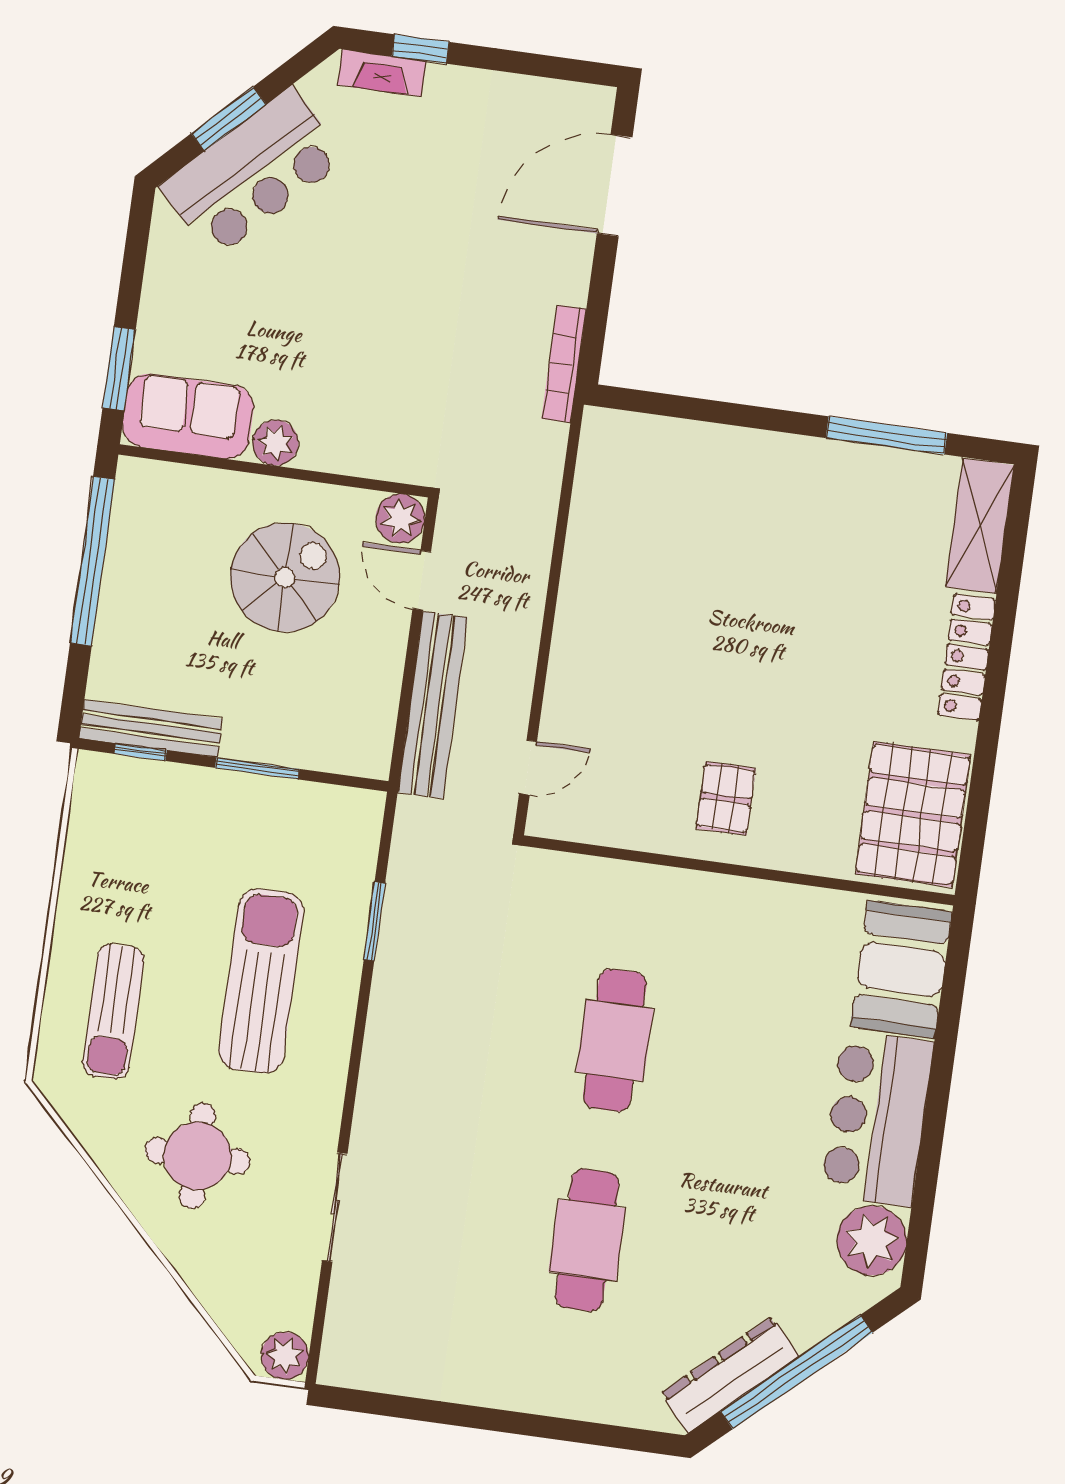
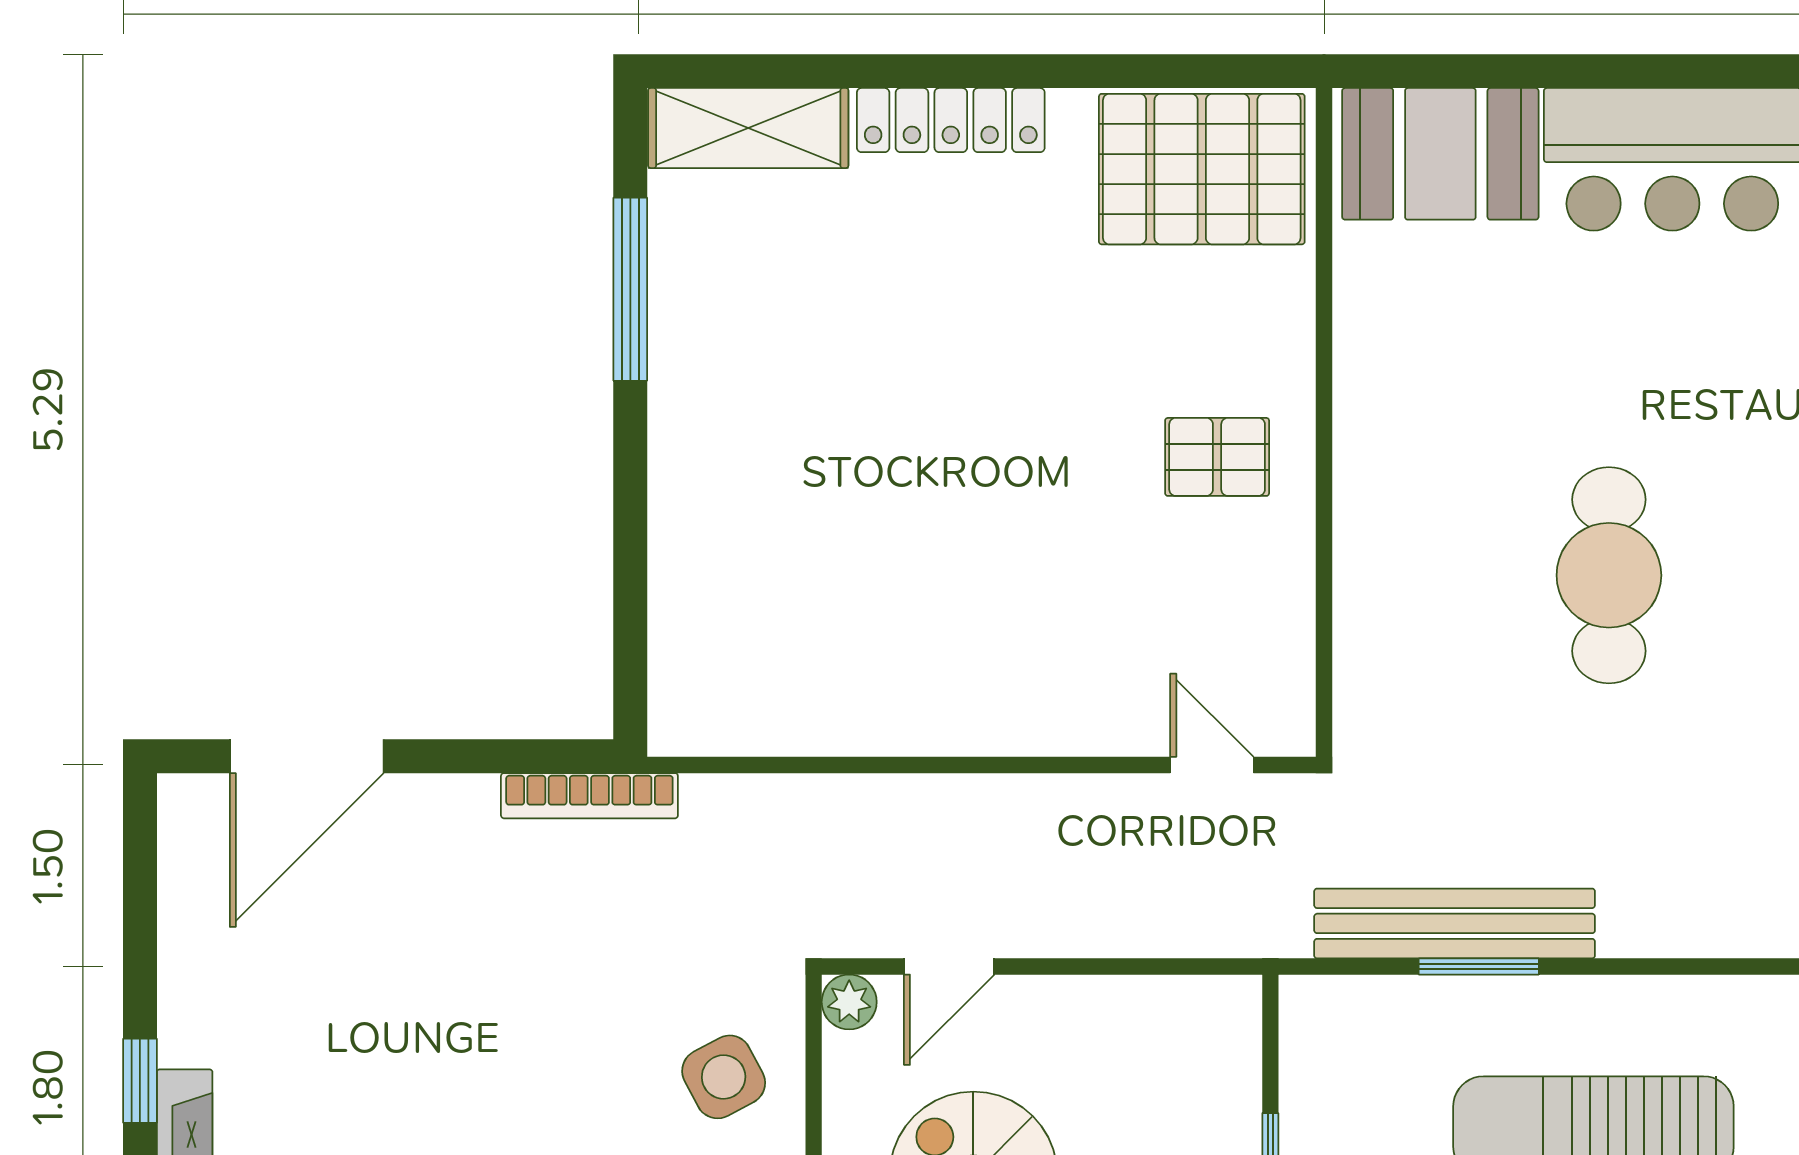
door: (615, 185) -> (307, 756), hinge flipped
side table: (371, 425) -> (724, 1077), added
plant: (400, 518) -> (849, 1002), width x0.73, depth x0.73
bench: (433, 705) -> (1455, 923), moved
cafe table: (615, 1040) -> (1609, 575), turned 90

